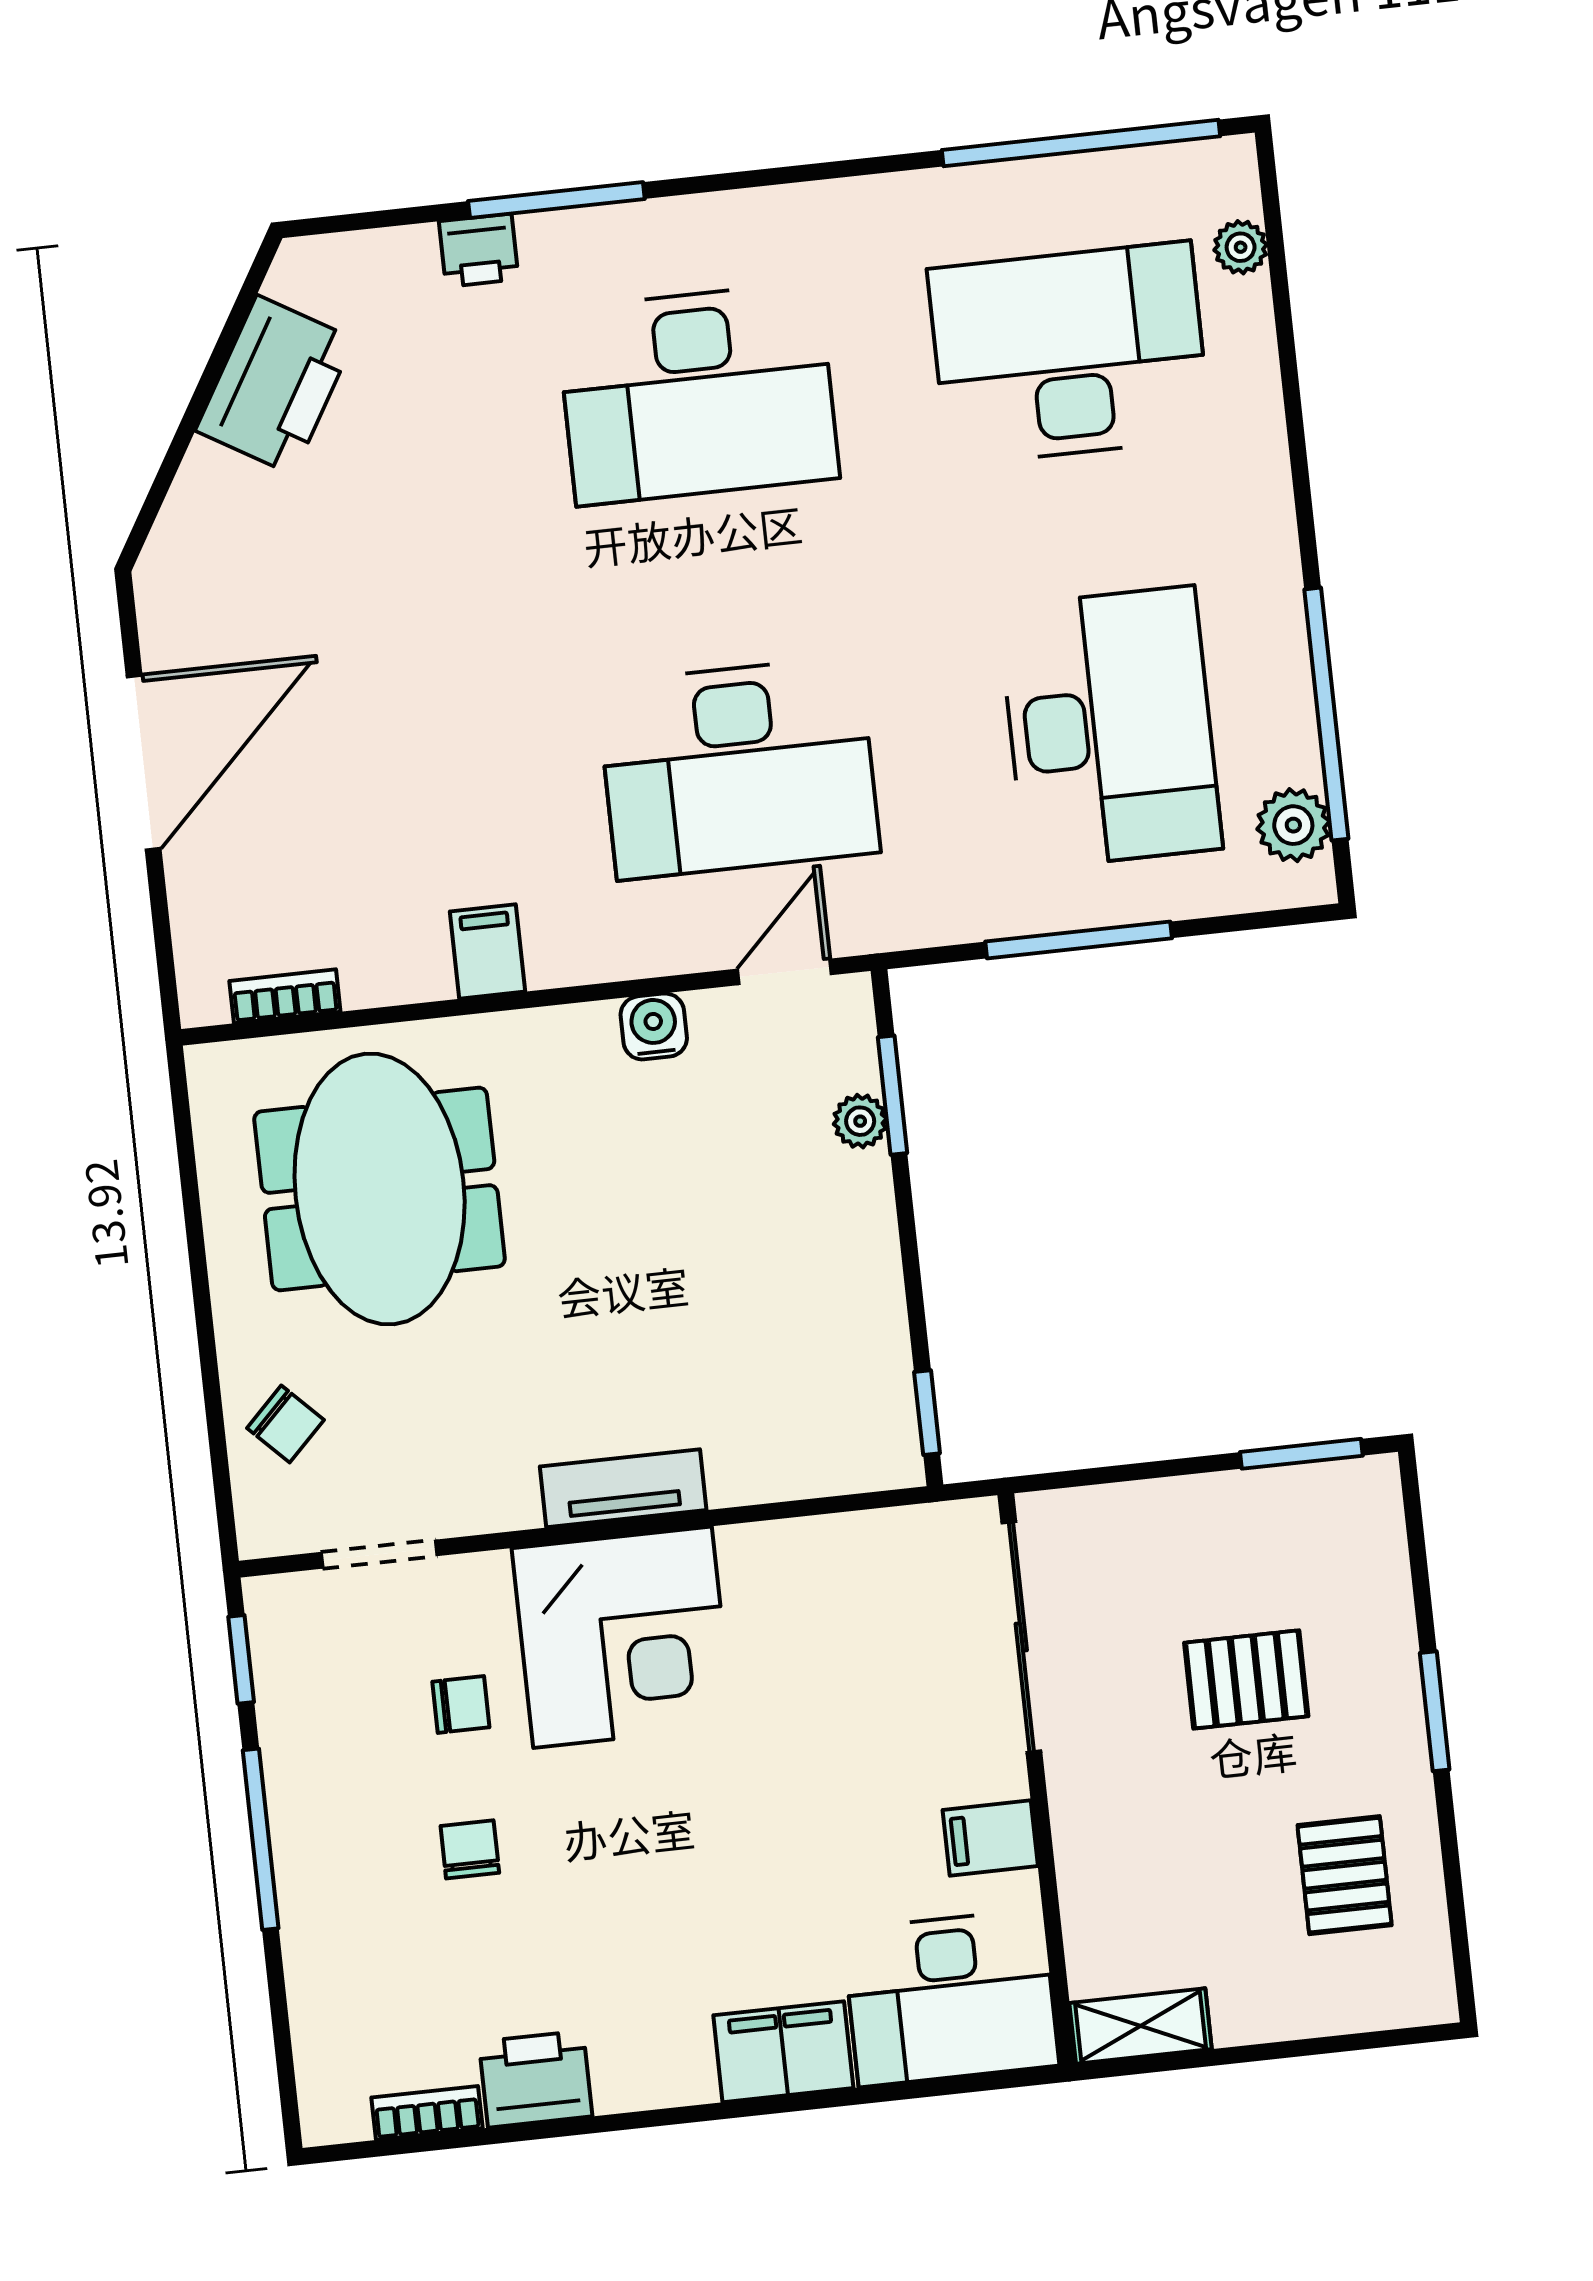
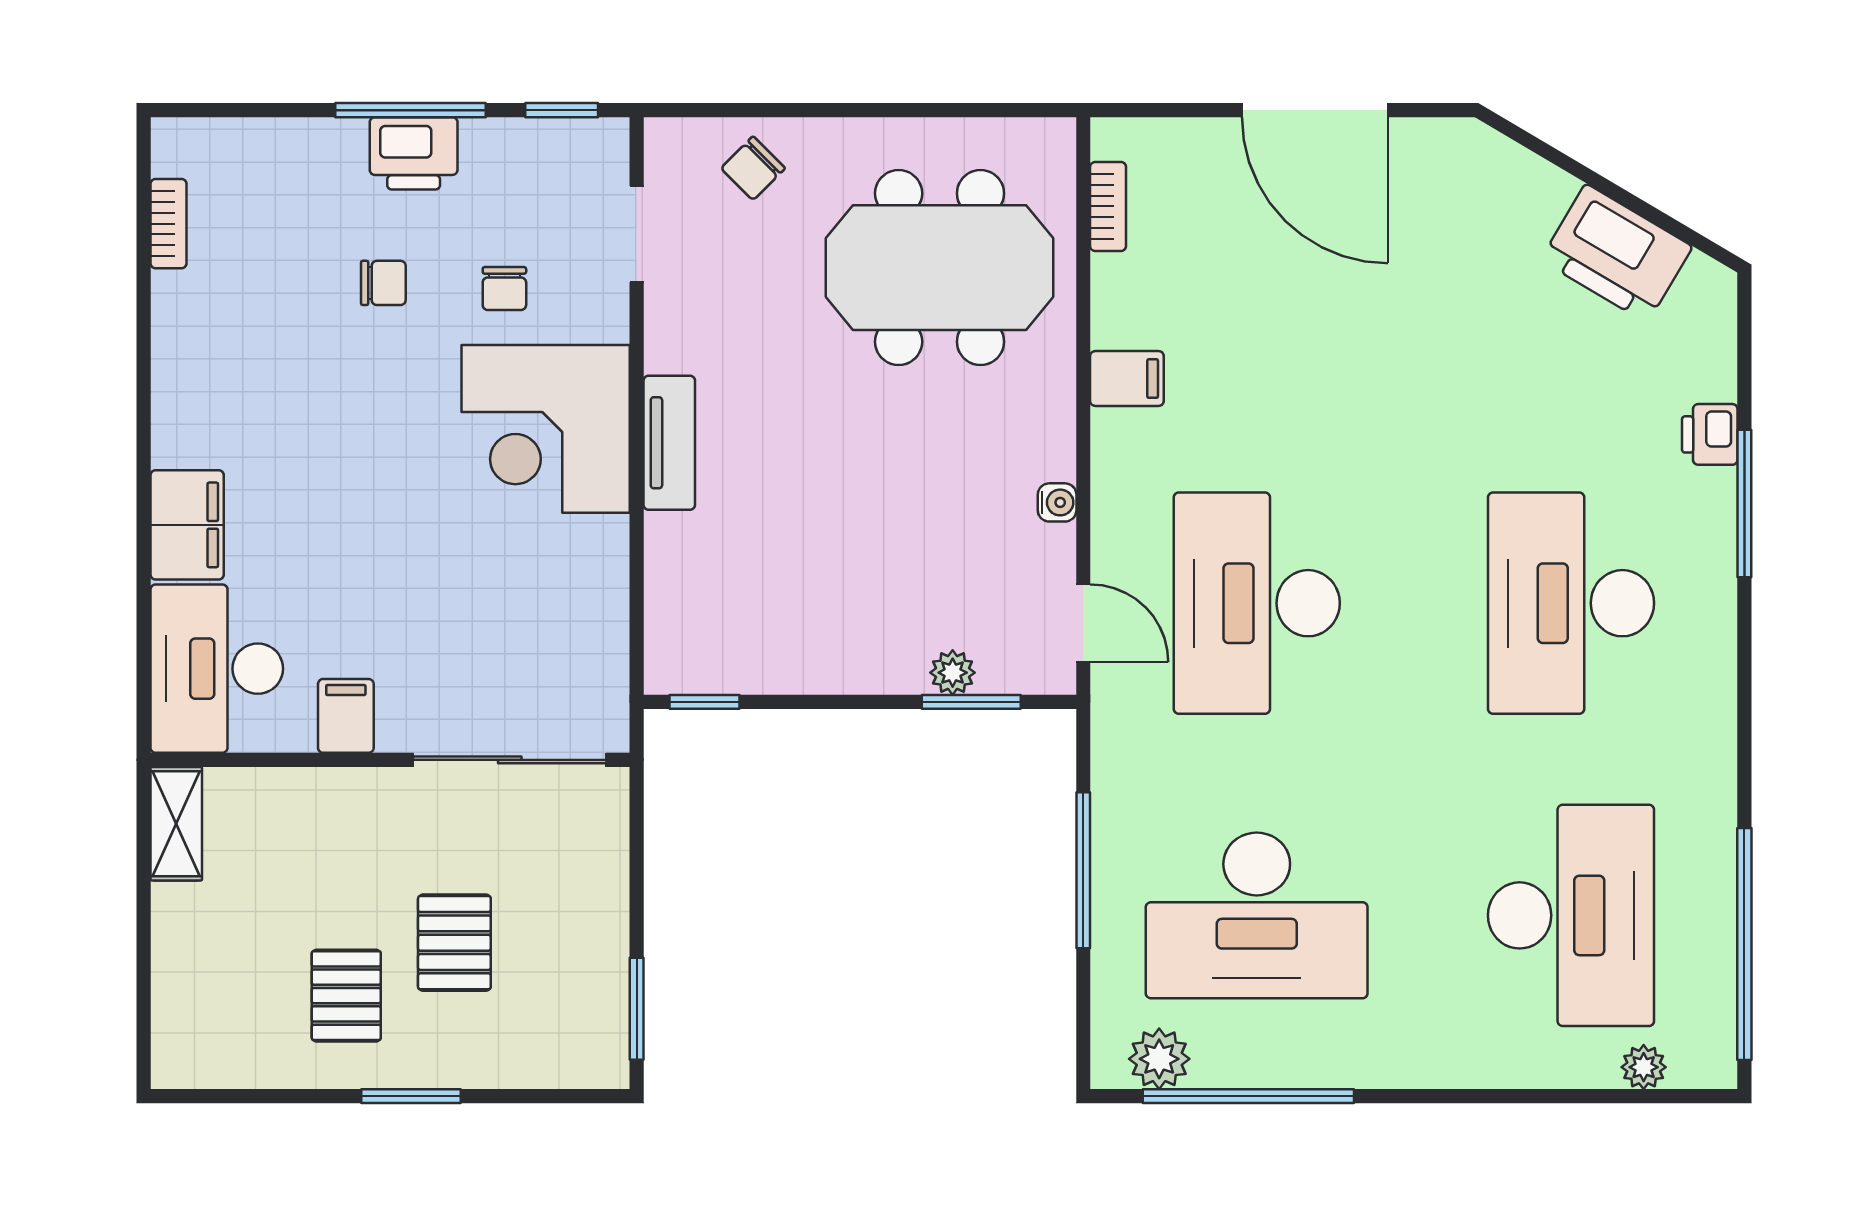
water cooler: (654, 1026) -> (1057, 502), width x0.72, depth x0.72
pallet: (1345, 1875) -> (346, 996), moved, turned 90
printer: (536, 2079) -> (414, 153), moved, turned 90

